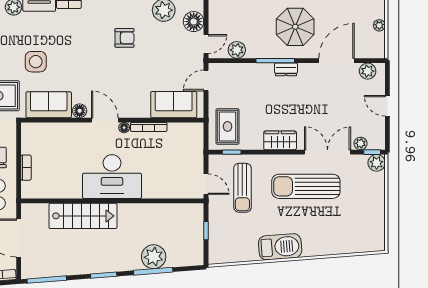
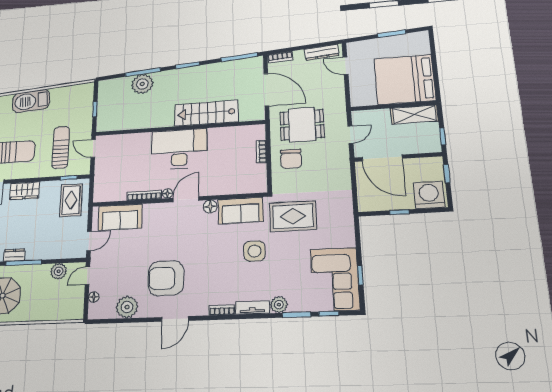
floor lamp: (194, 22) -> (94, 297), width x0.53, depth x0.53
armchair: (125, 38) -> (166, 278), width x1.88, depth x1.88
door: (105, 120) -> (186, 199), swing flipped

